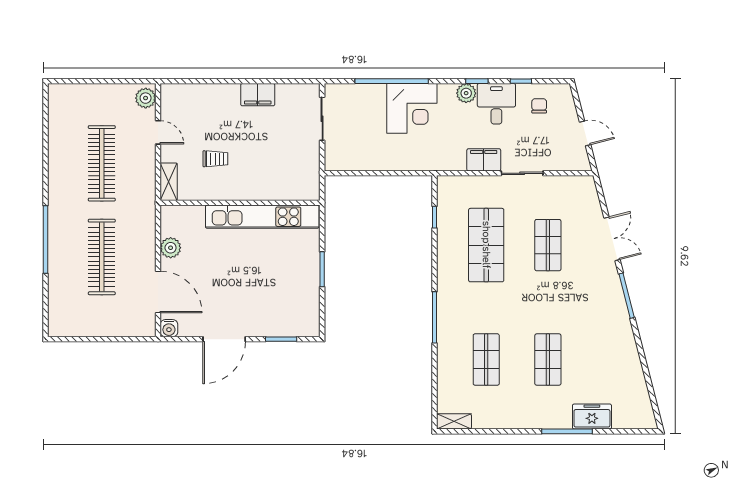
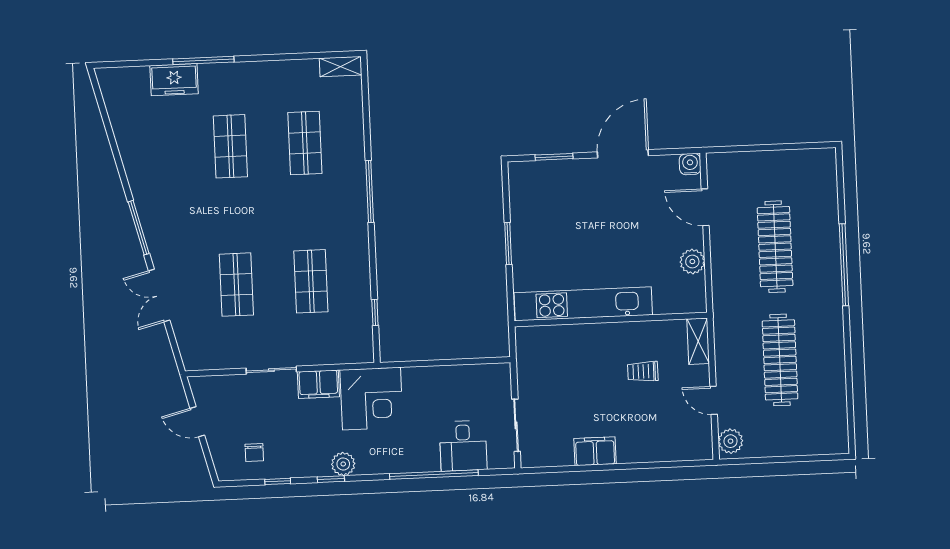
desk: (496, 104) -> (463, 446), moved
corner desk: (412, 108) -> (371, 399), moved, turned 180
shop shelf: (486, 245) -> (311, 281), width x0.70, depth x0.74
door: (158, 292) -> (705, 207), width x0.73

